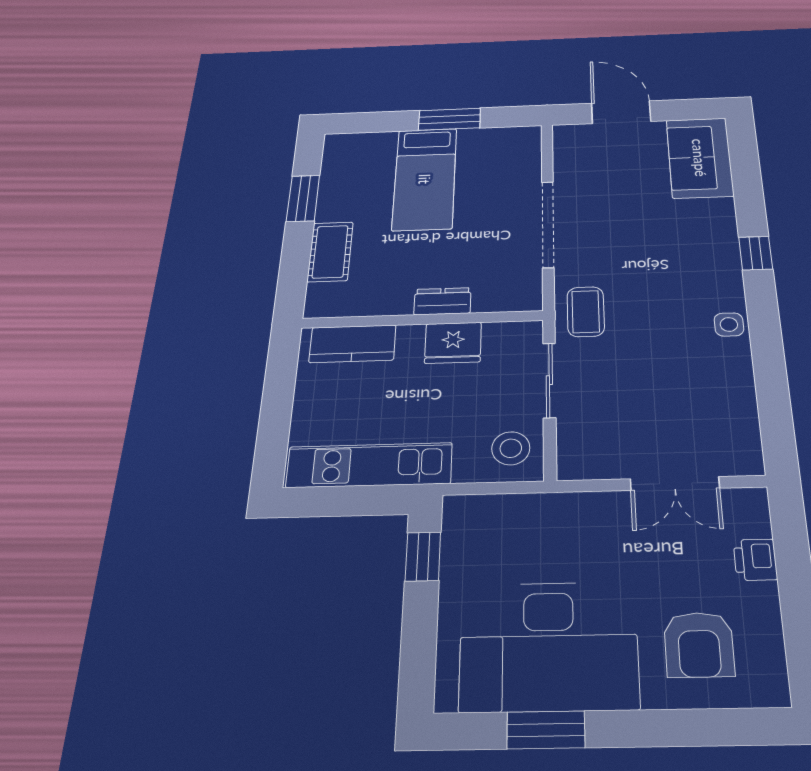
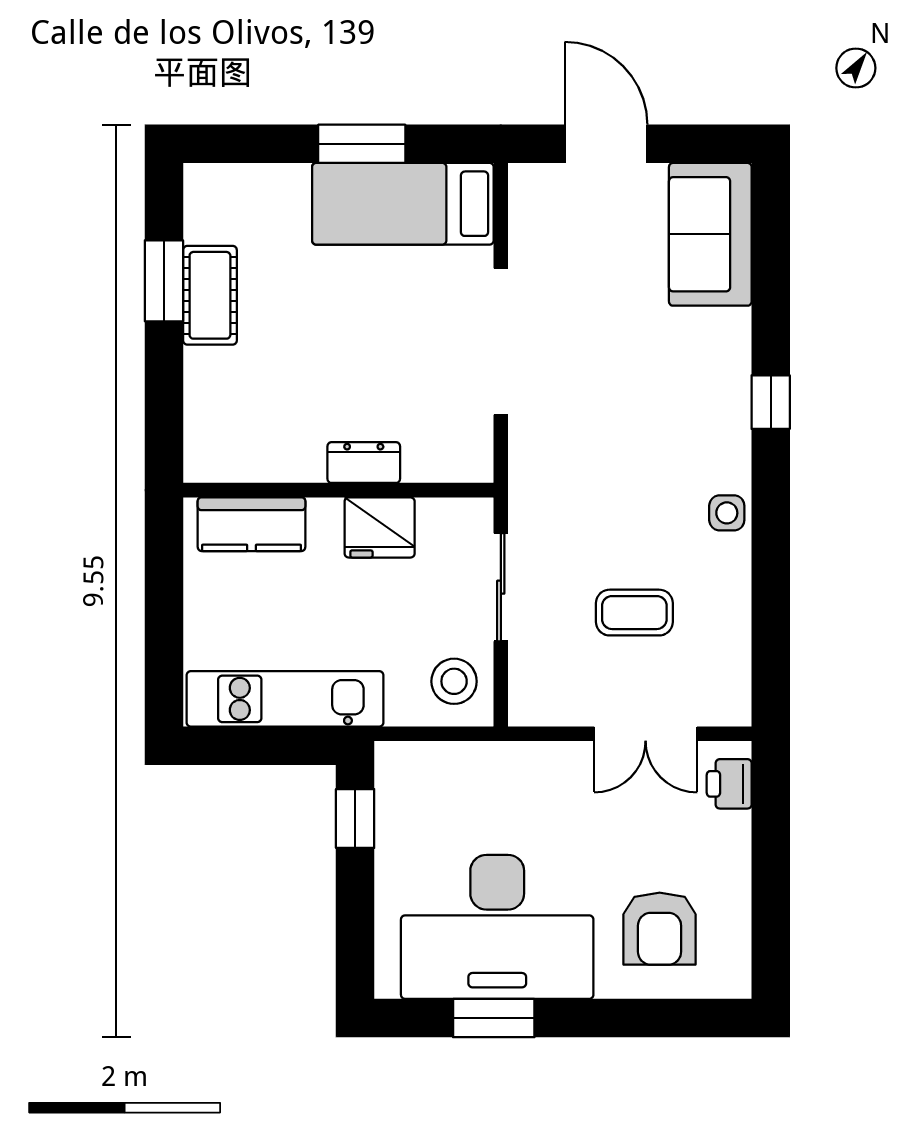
bed: (425, 179) -> (403, 204), moved, turned 90
cot: (330, 252) -> (210, 295), moved
coffee table: (586, 312) -> (634, 613), moved, turned 90
printer: (755, 560) -> (729, 784), moved

